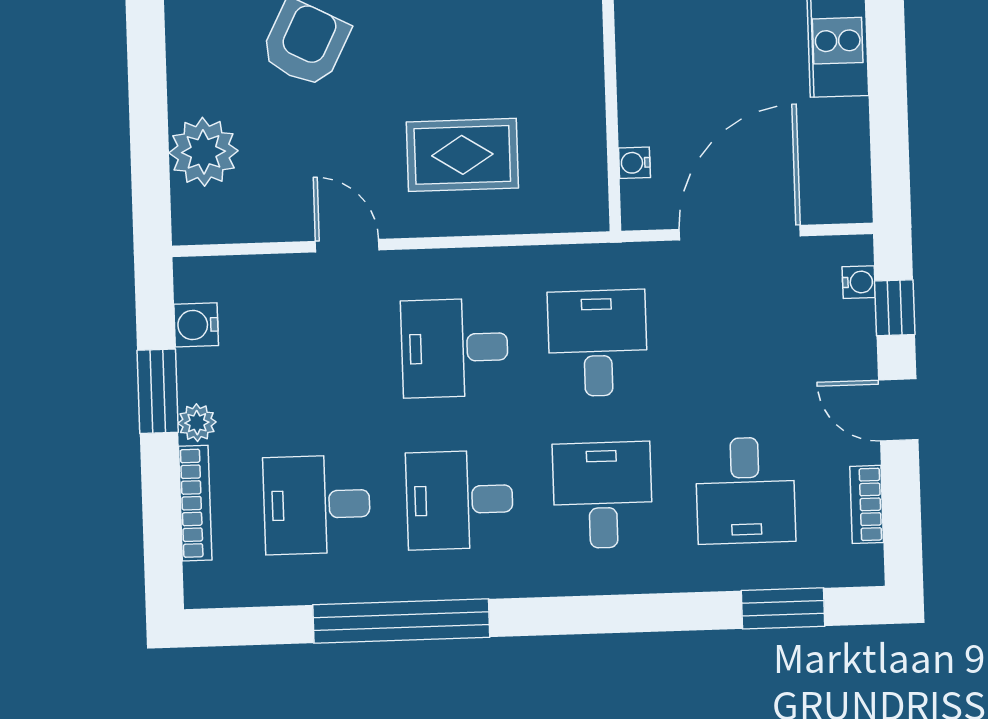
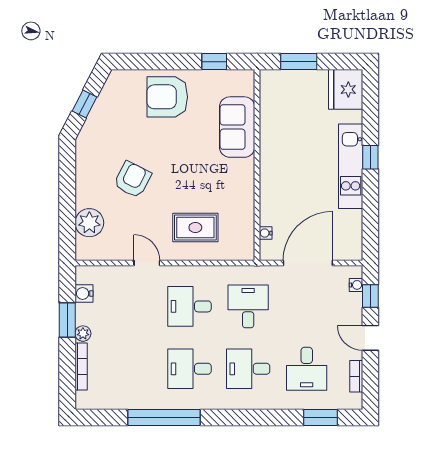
desk: (603, 495) -> (248, 369), turned -90
desk: (317, 505) -> (131, 369), removed

